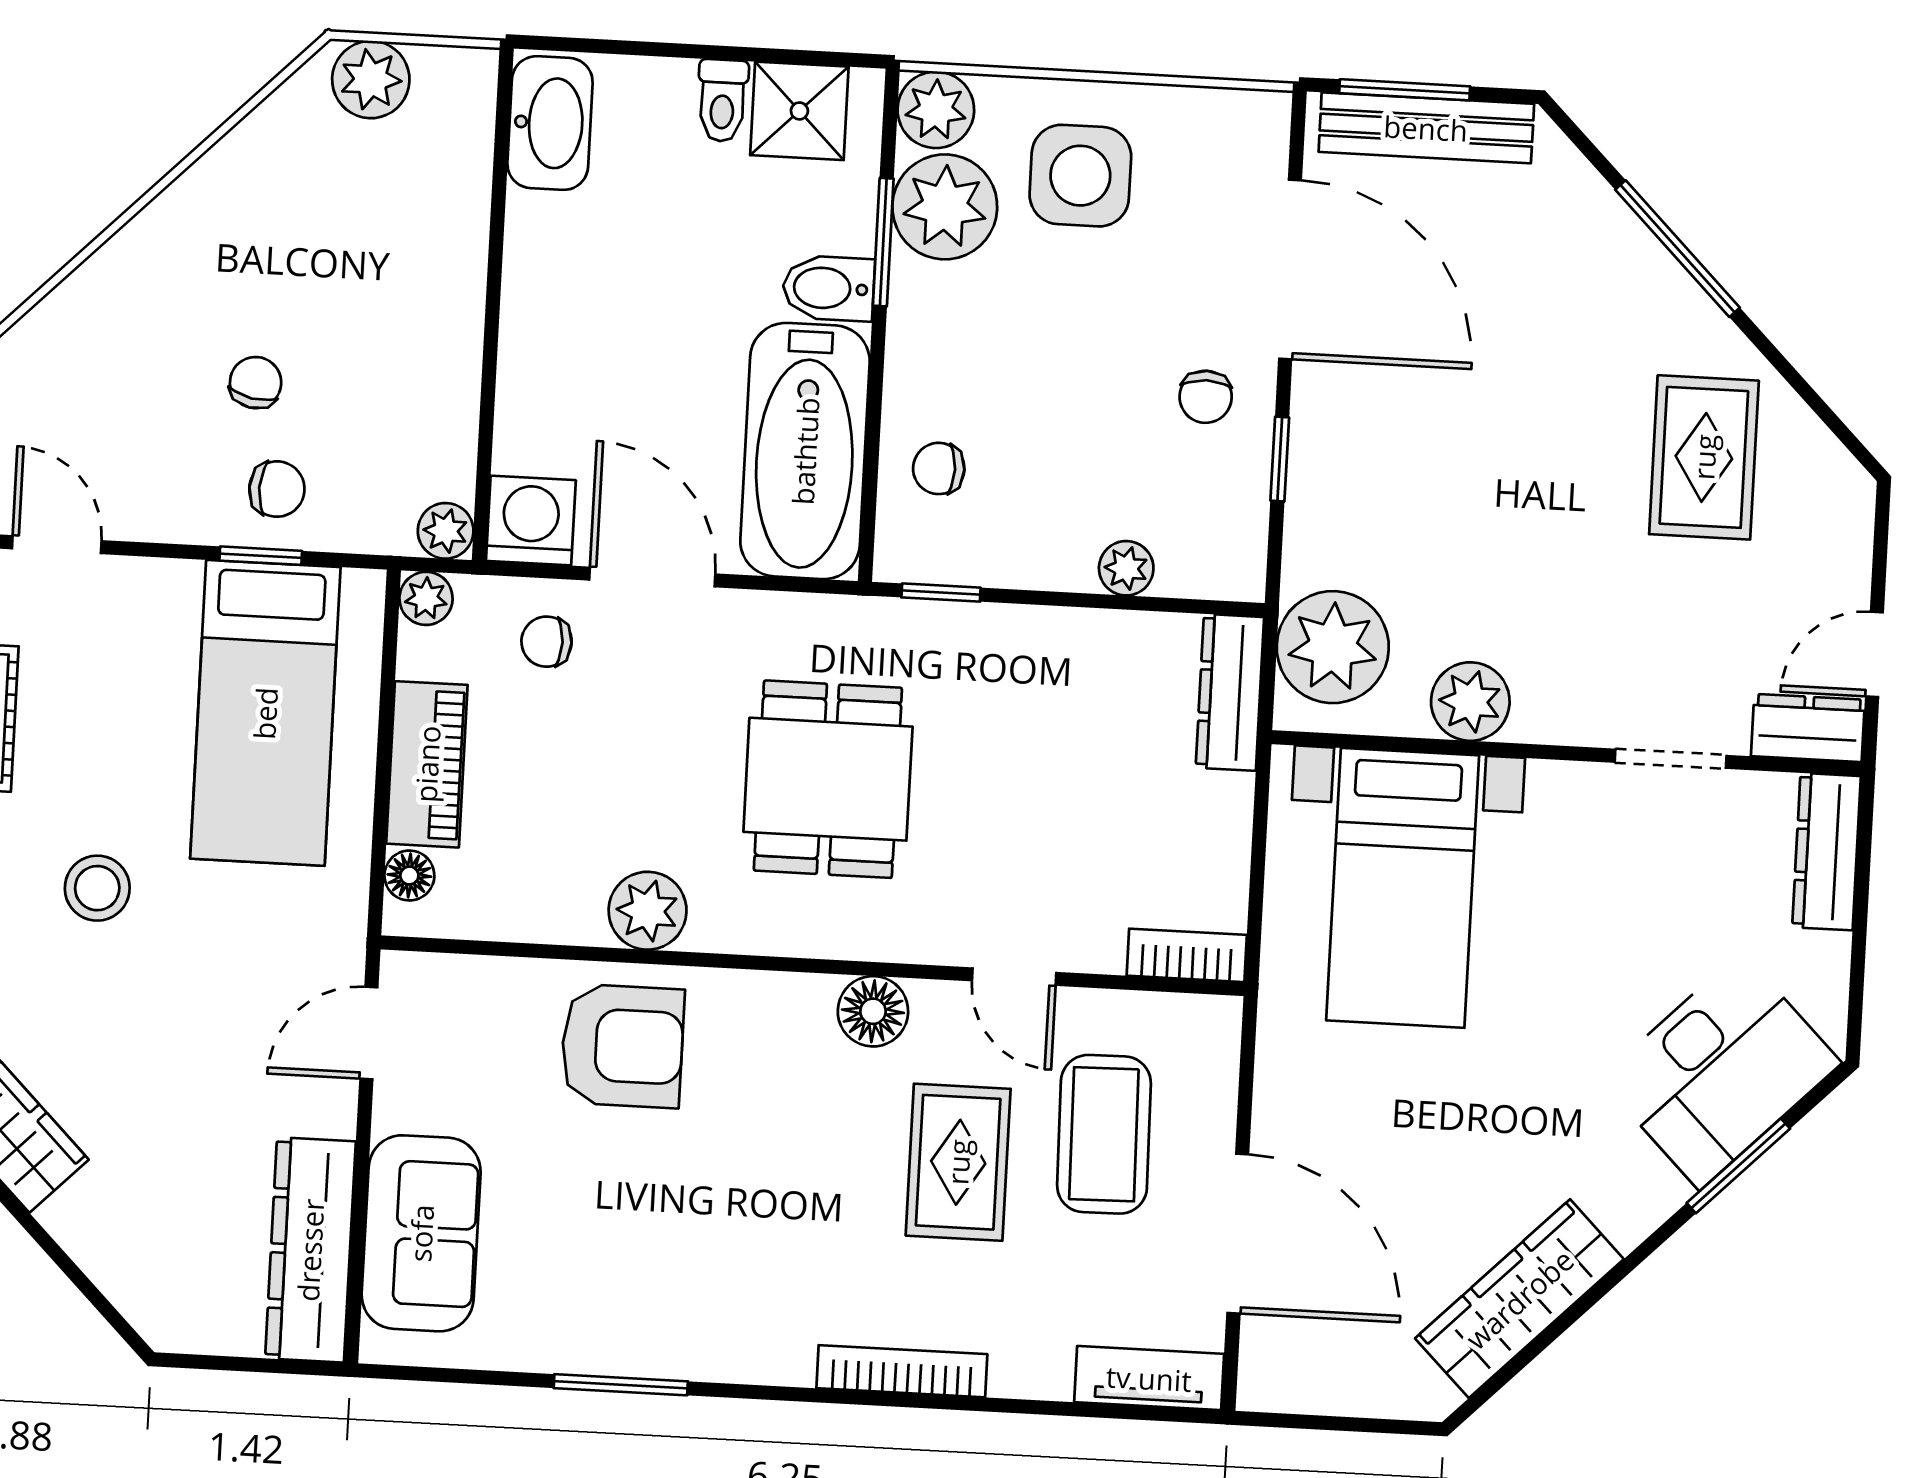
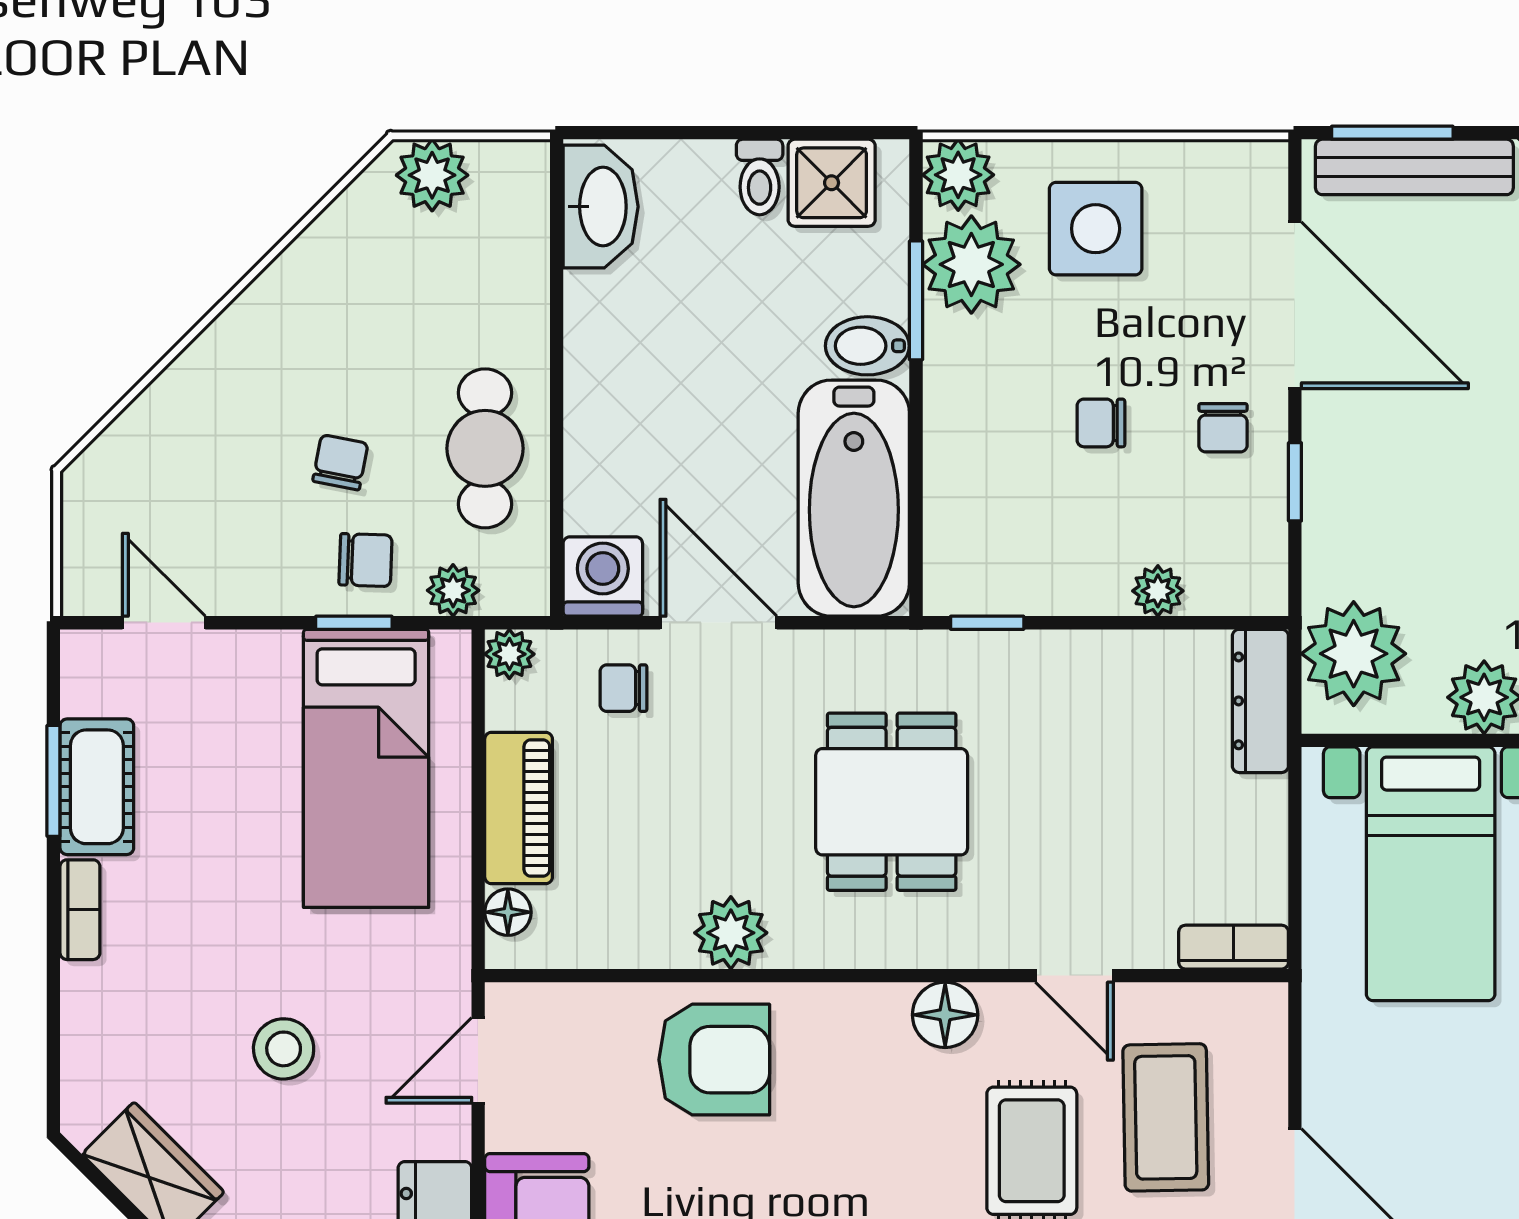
cafe table: (412, 376) -> (485, 448), added
chair: (939, 468) -> (1101, 423), moved
plant: (446, 531) -> (453, 590), moved
stool: (97, 888) -> (284, 1049), moved

